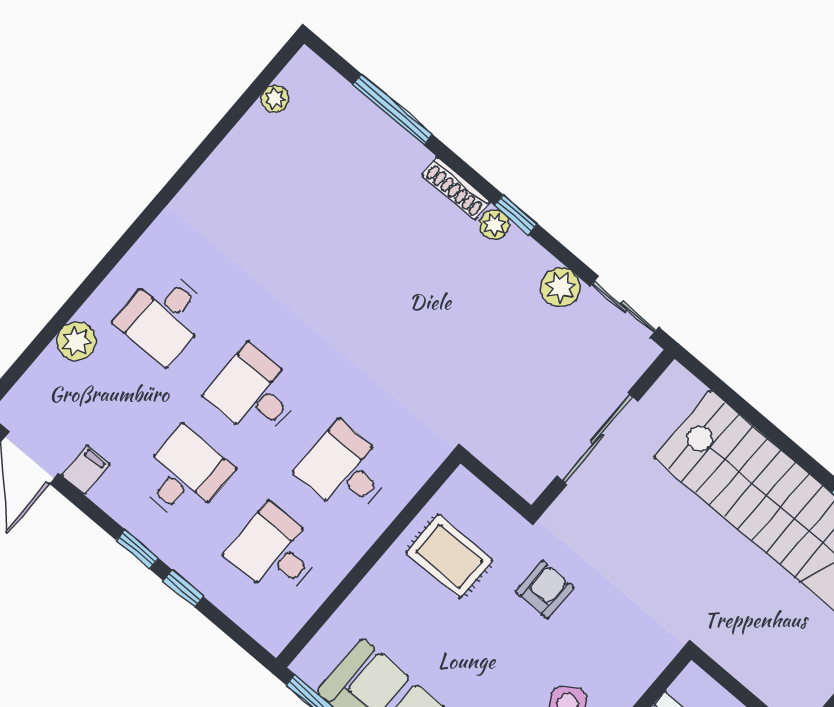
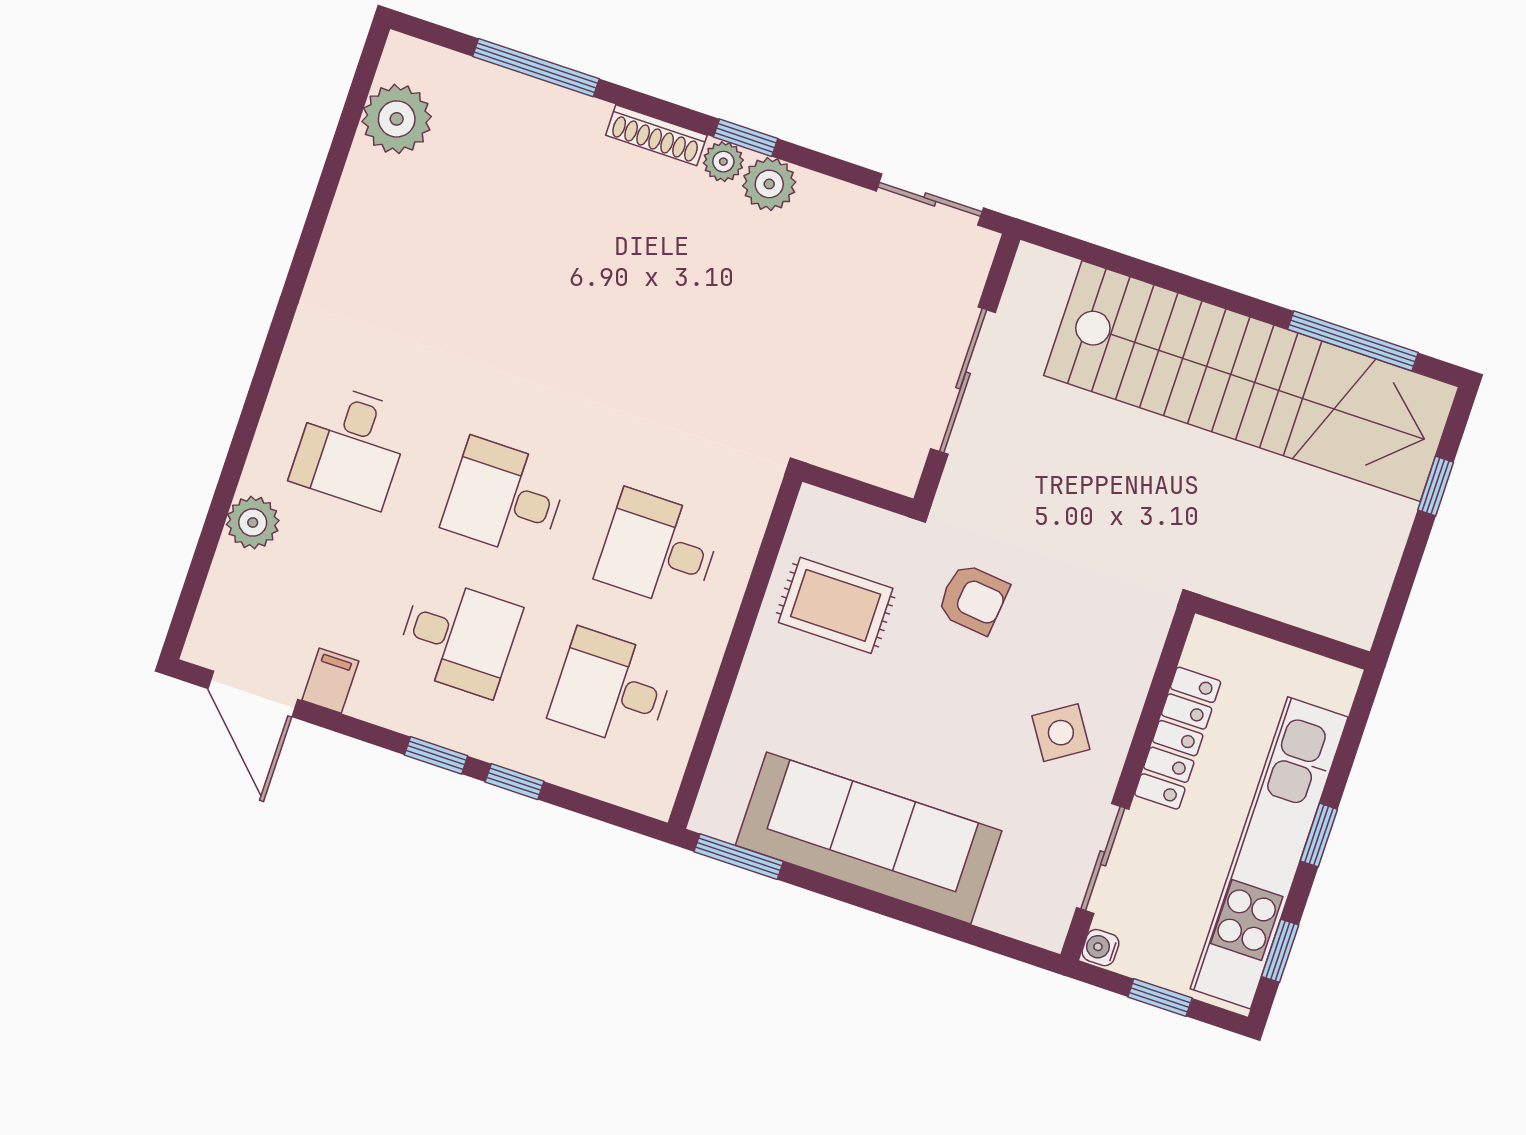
plant: (275, 99) -> (397, 119), width x1.87, depth x1.87
plant: (560, 287) -> (769, 184), moved
desk: (185, 475) -> (458, 637), turned 90
armchair: (545, 589) -> (973, 599), turned 96

